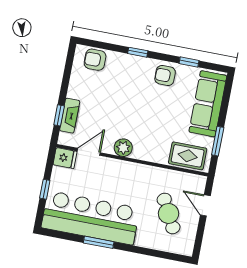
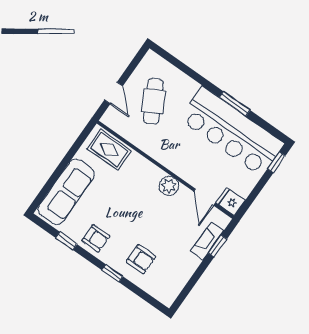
armchair: (95, 60) -> (141, 259), moved
window: (218, 141) -> (73, 151), removed
door: (89, 152) -> (205, 197), hinge flipped
window: (45, 189) -> (276, 162), moved

